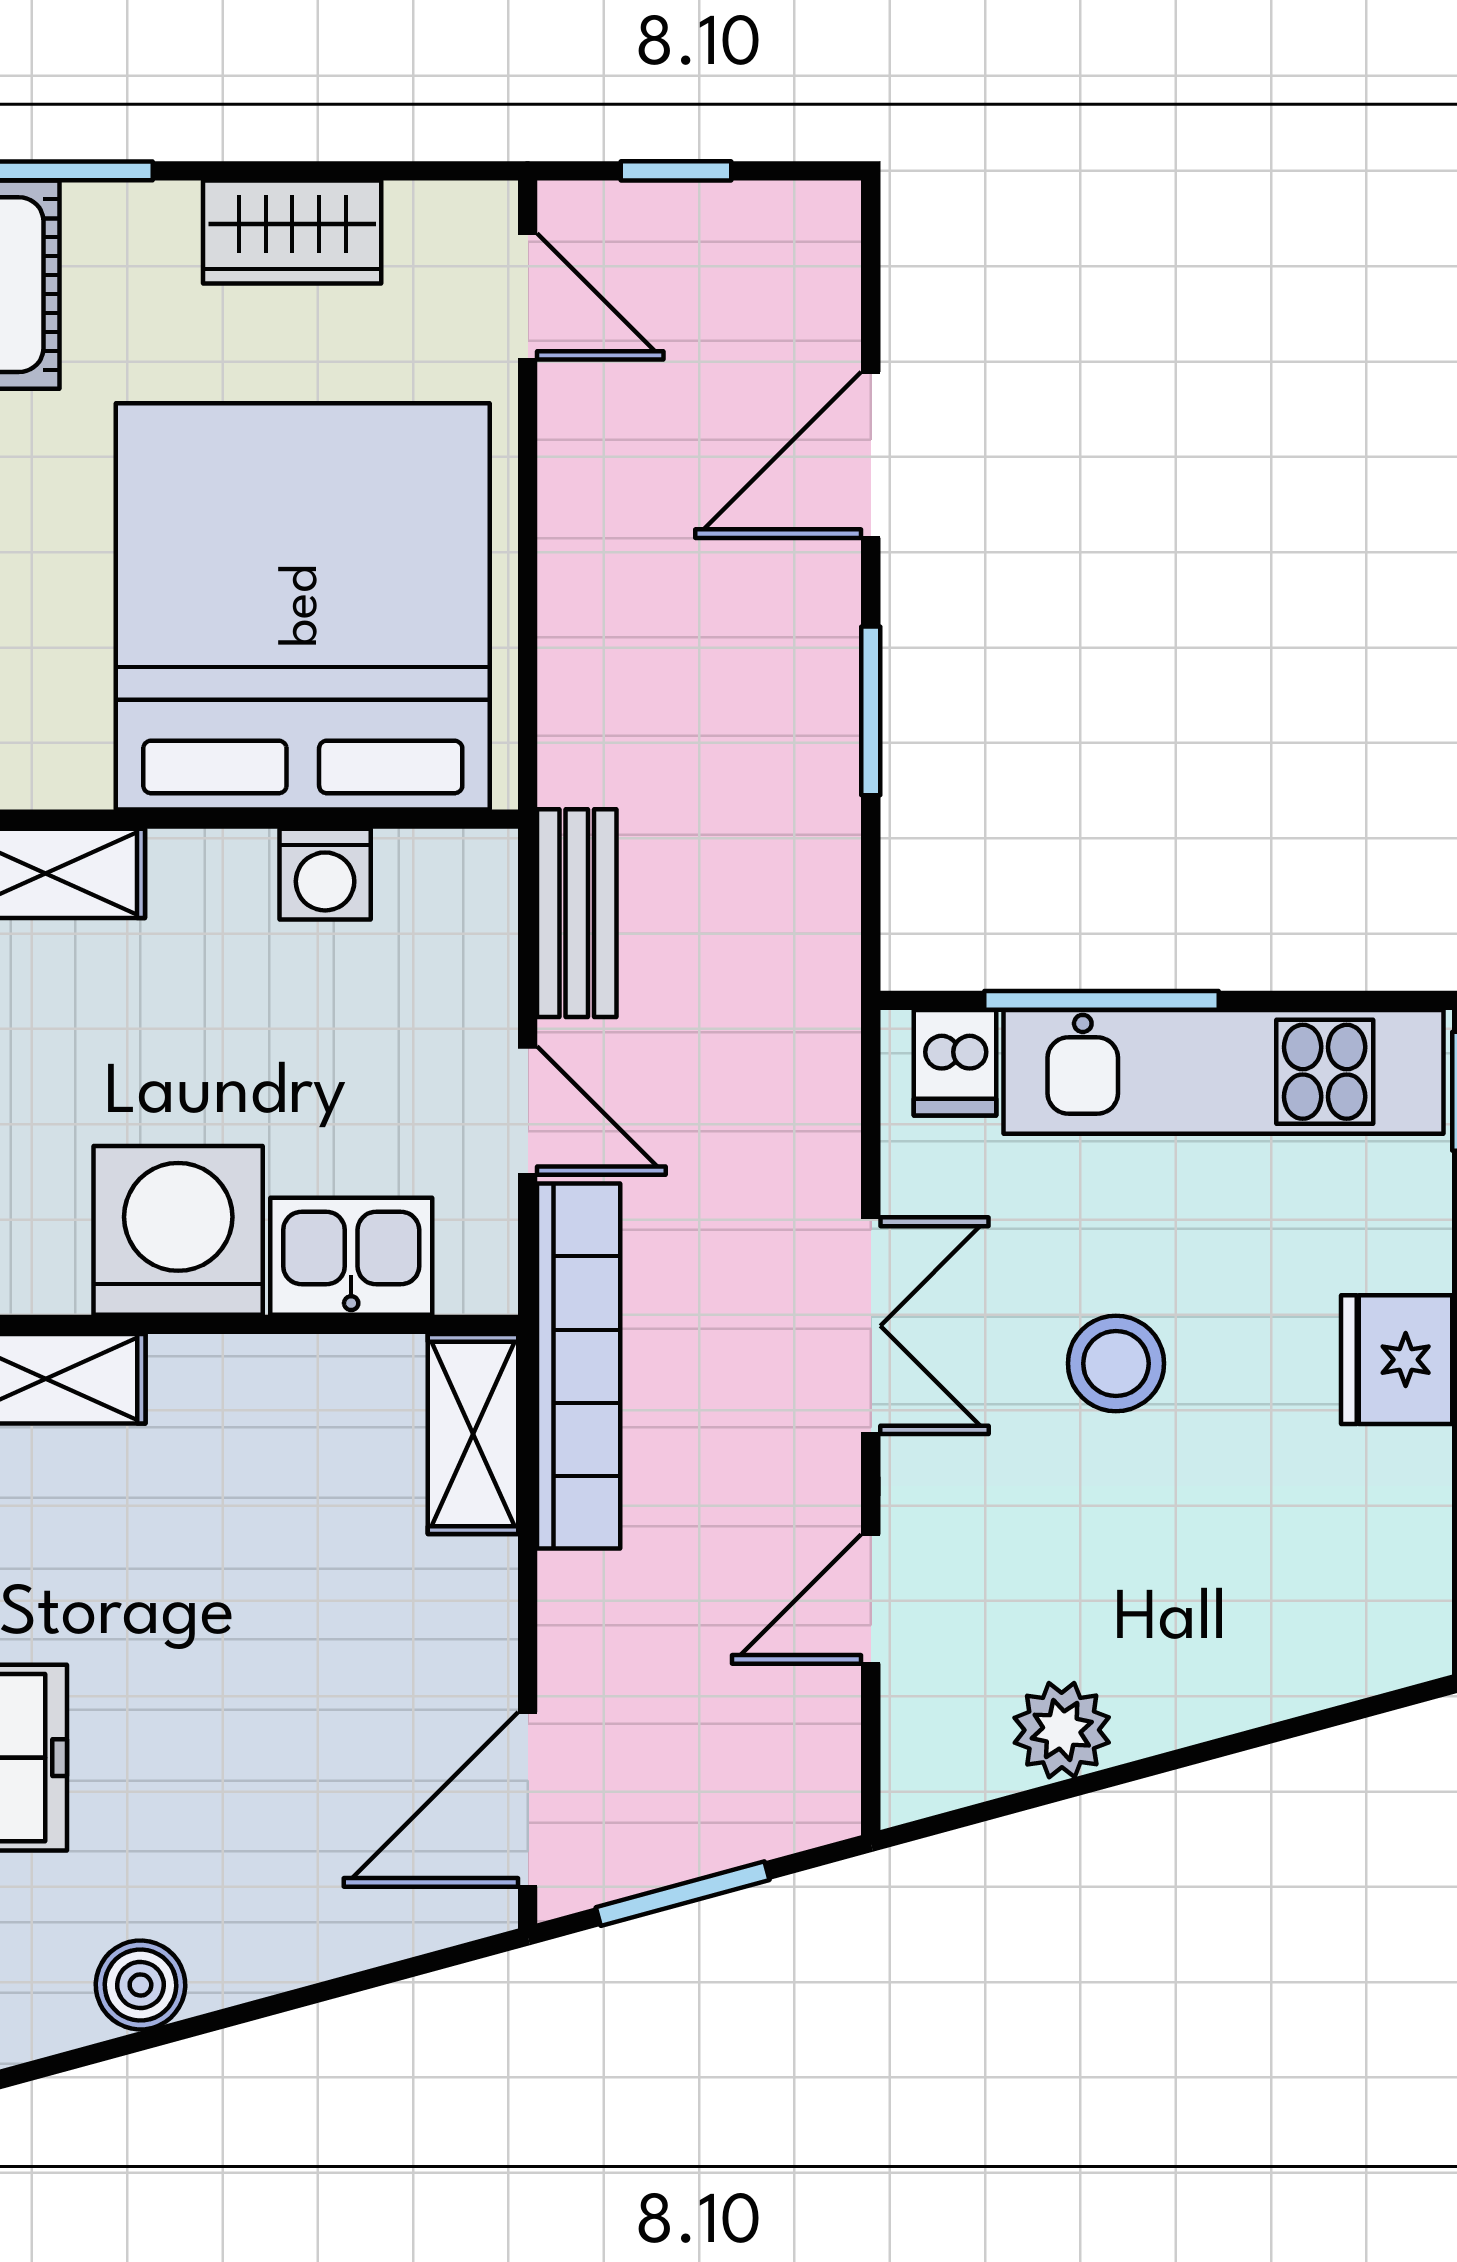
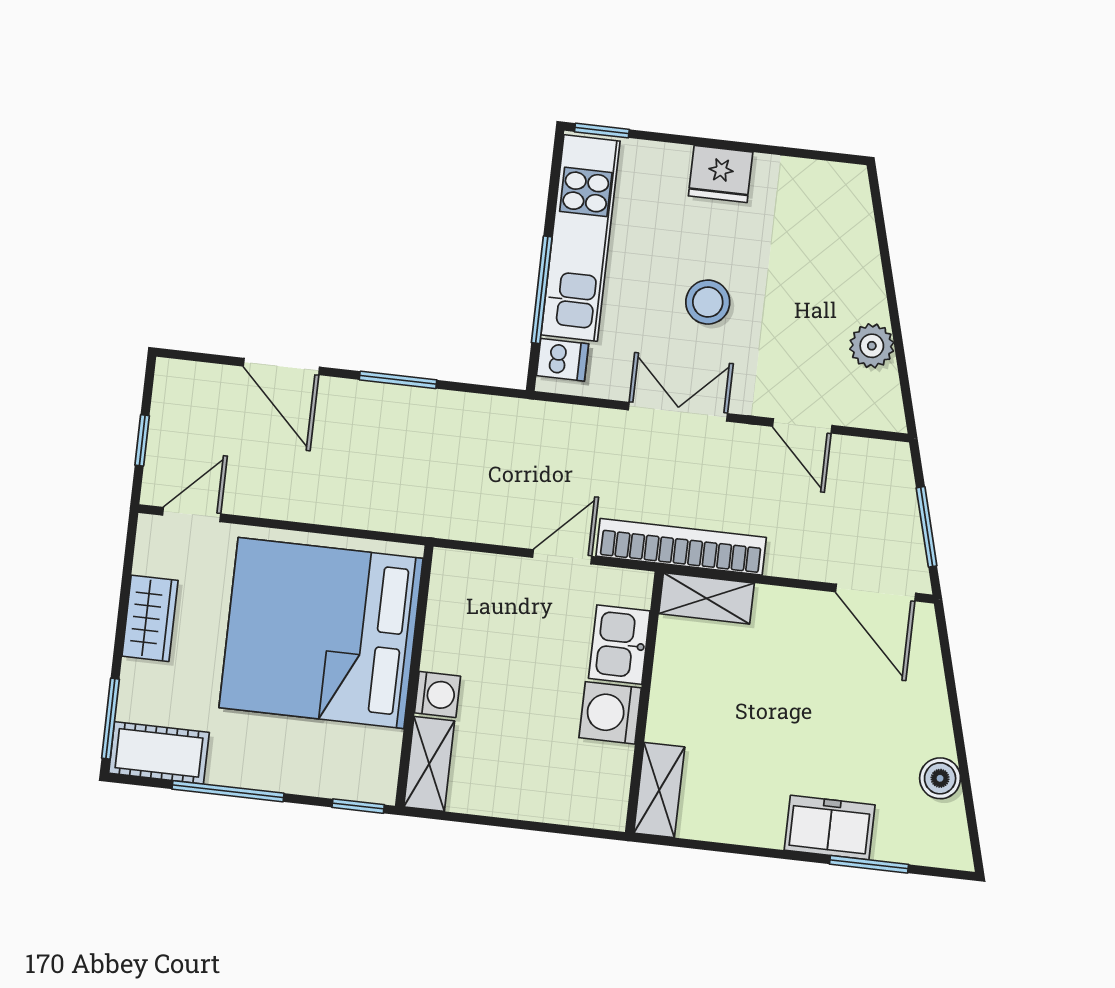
washing machine: (325, 874) -> (437, 694), moved
bench: (577, 913) -> (475, 524), removed
washing machine: (178, 1230) -> (610, 713), width x0.73, depth x0.73

